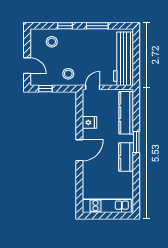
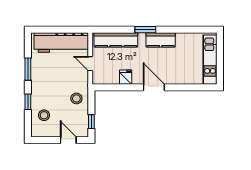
door: (27, 66) -> (68, 140), hinge flipped
door: (93, 87) -> (90, 64), moved

